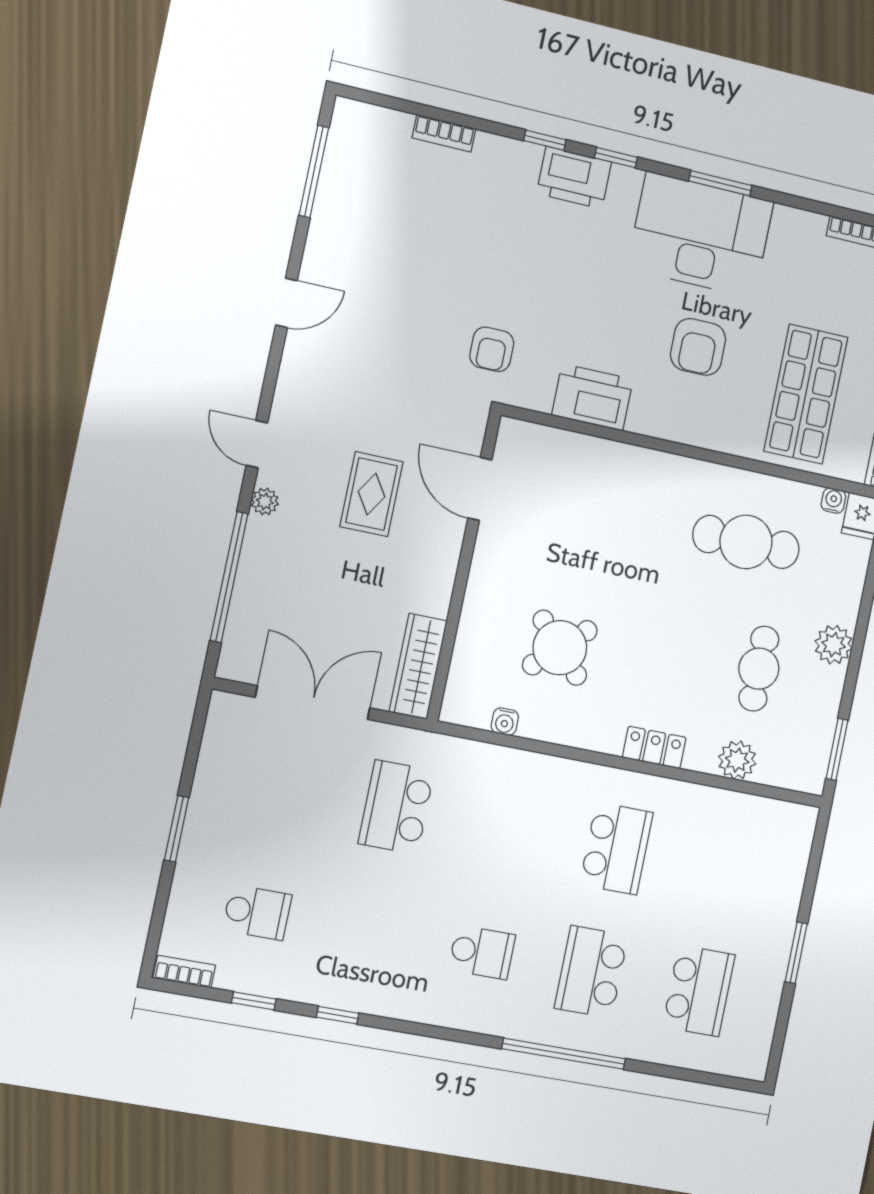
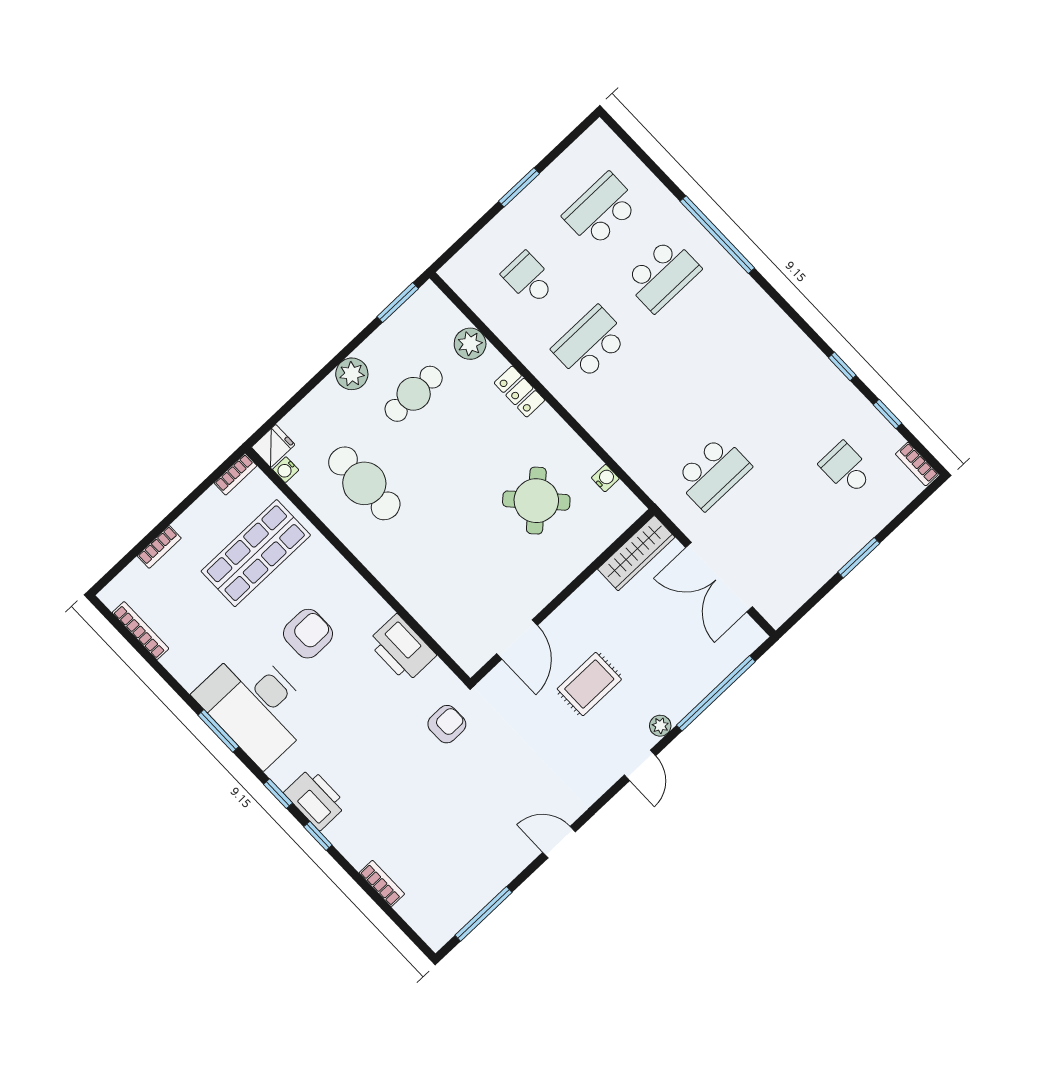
school desk: (482, 952) -> (529, 279), moved

